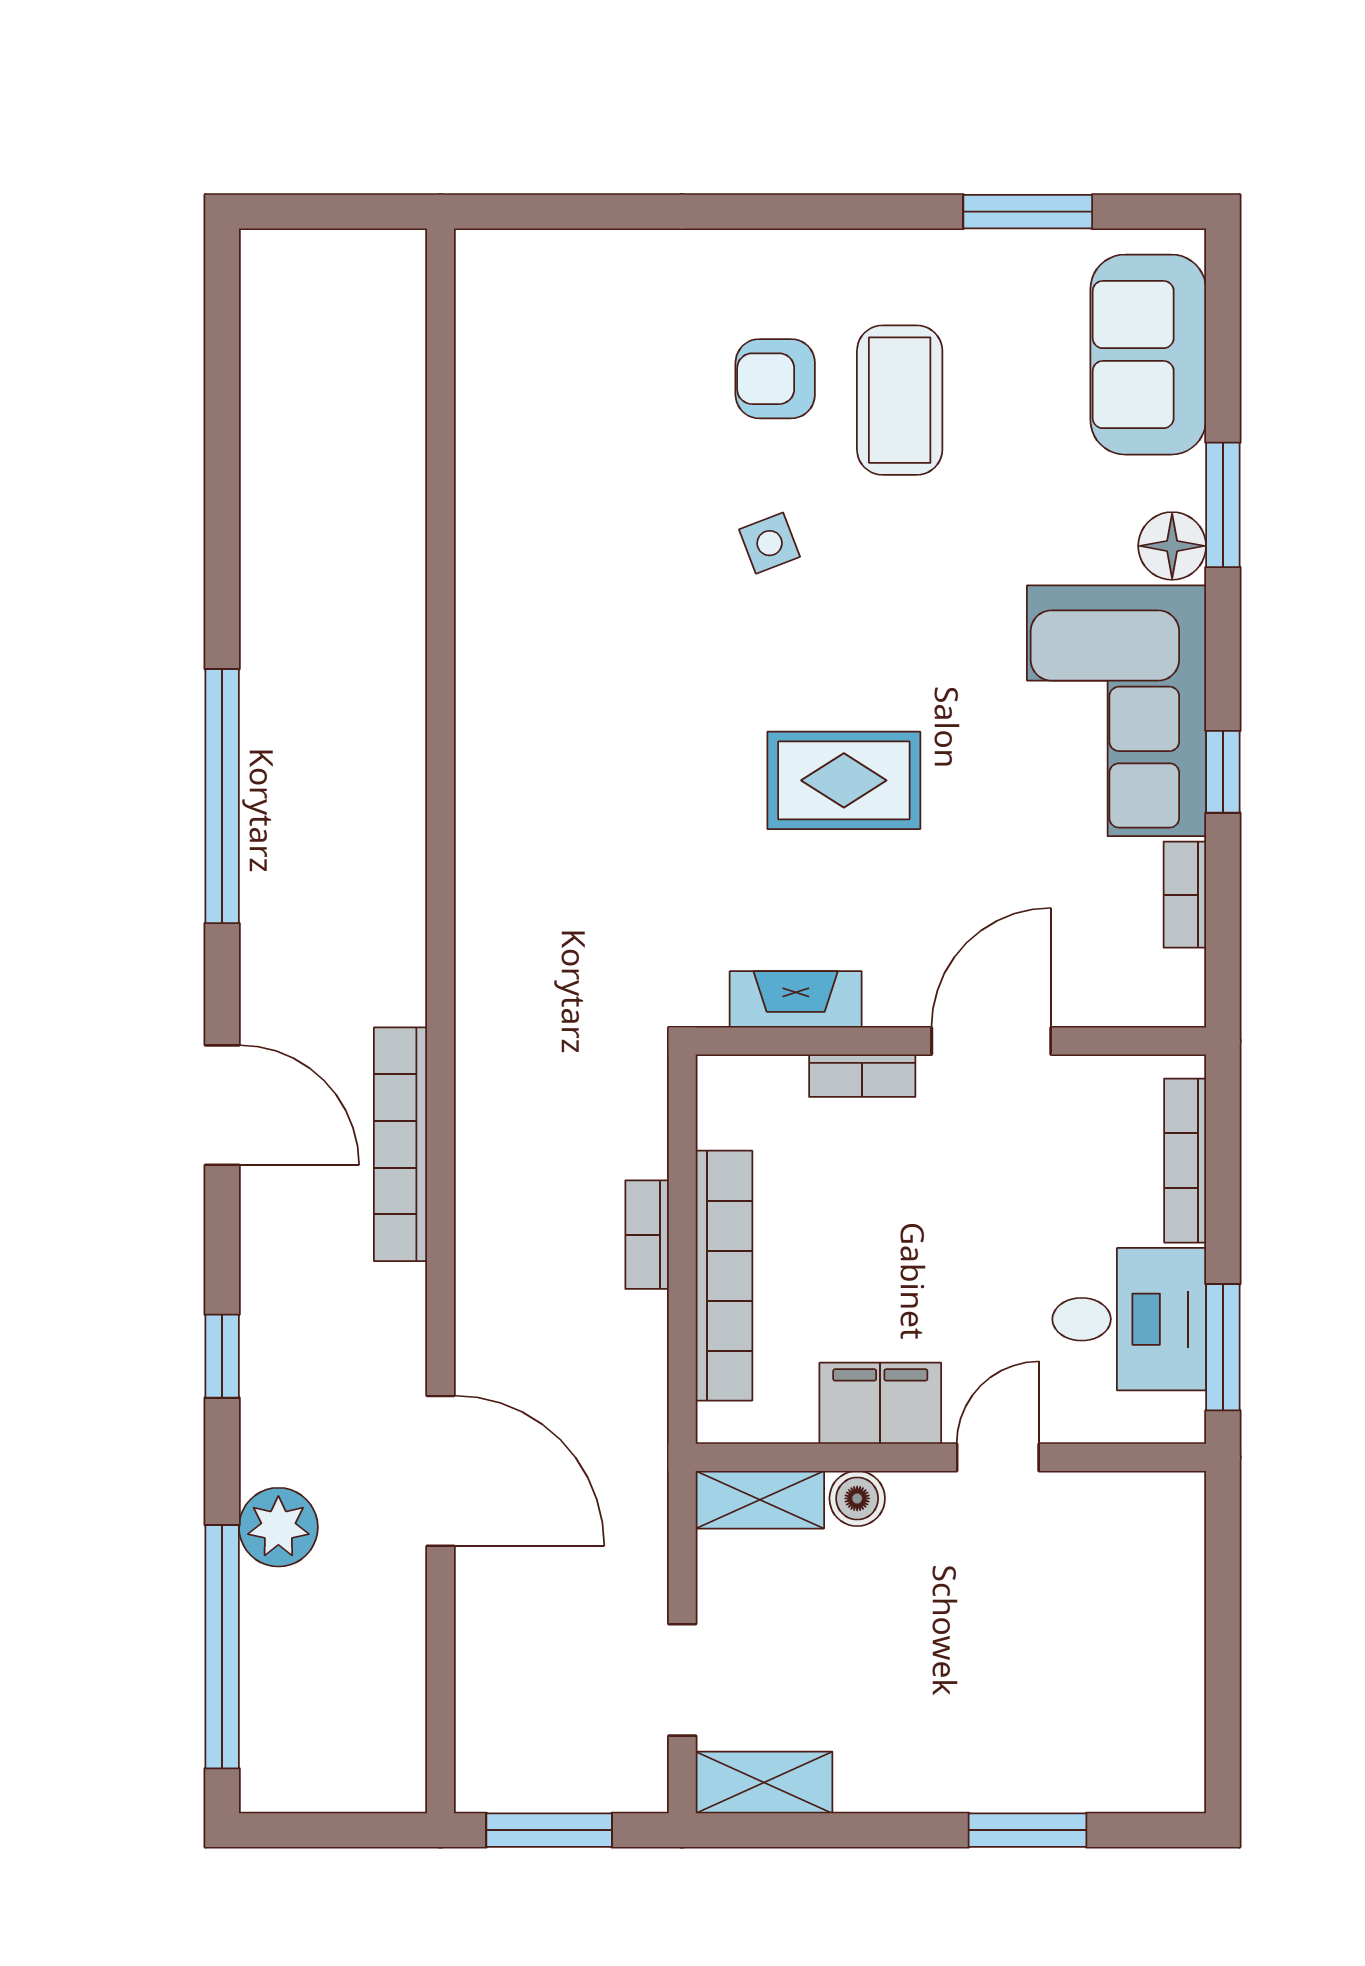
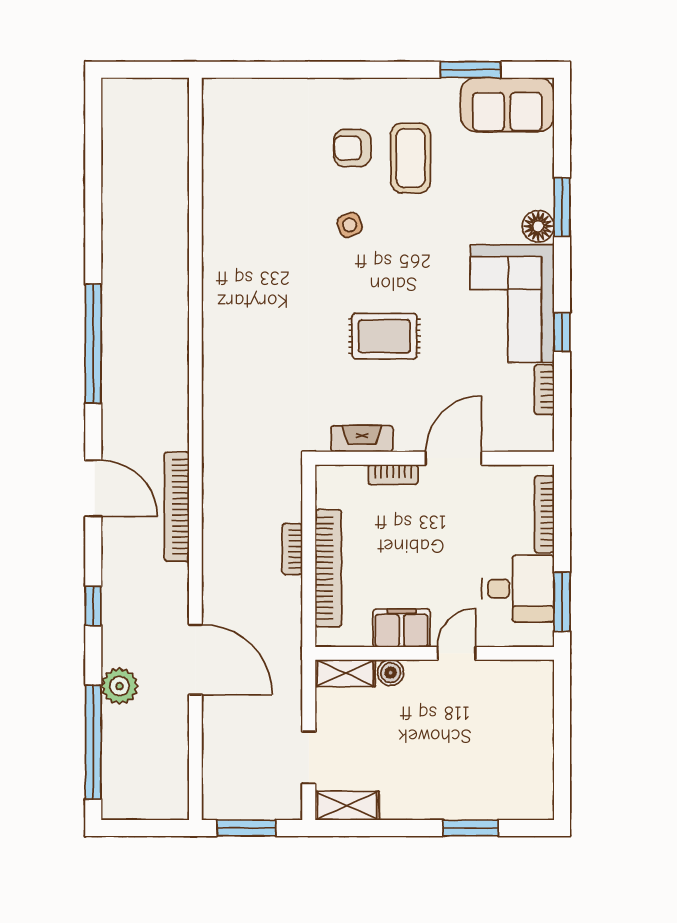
sofa: (1148, 355) -> (507, 105), moved, turned -90

